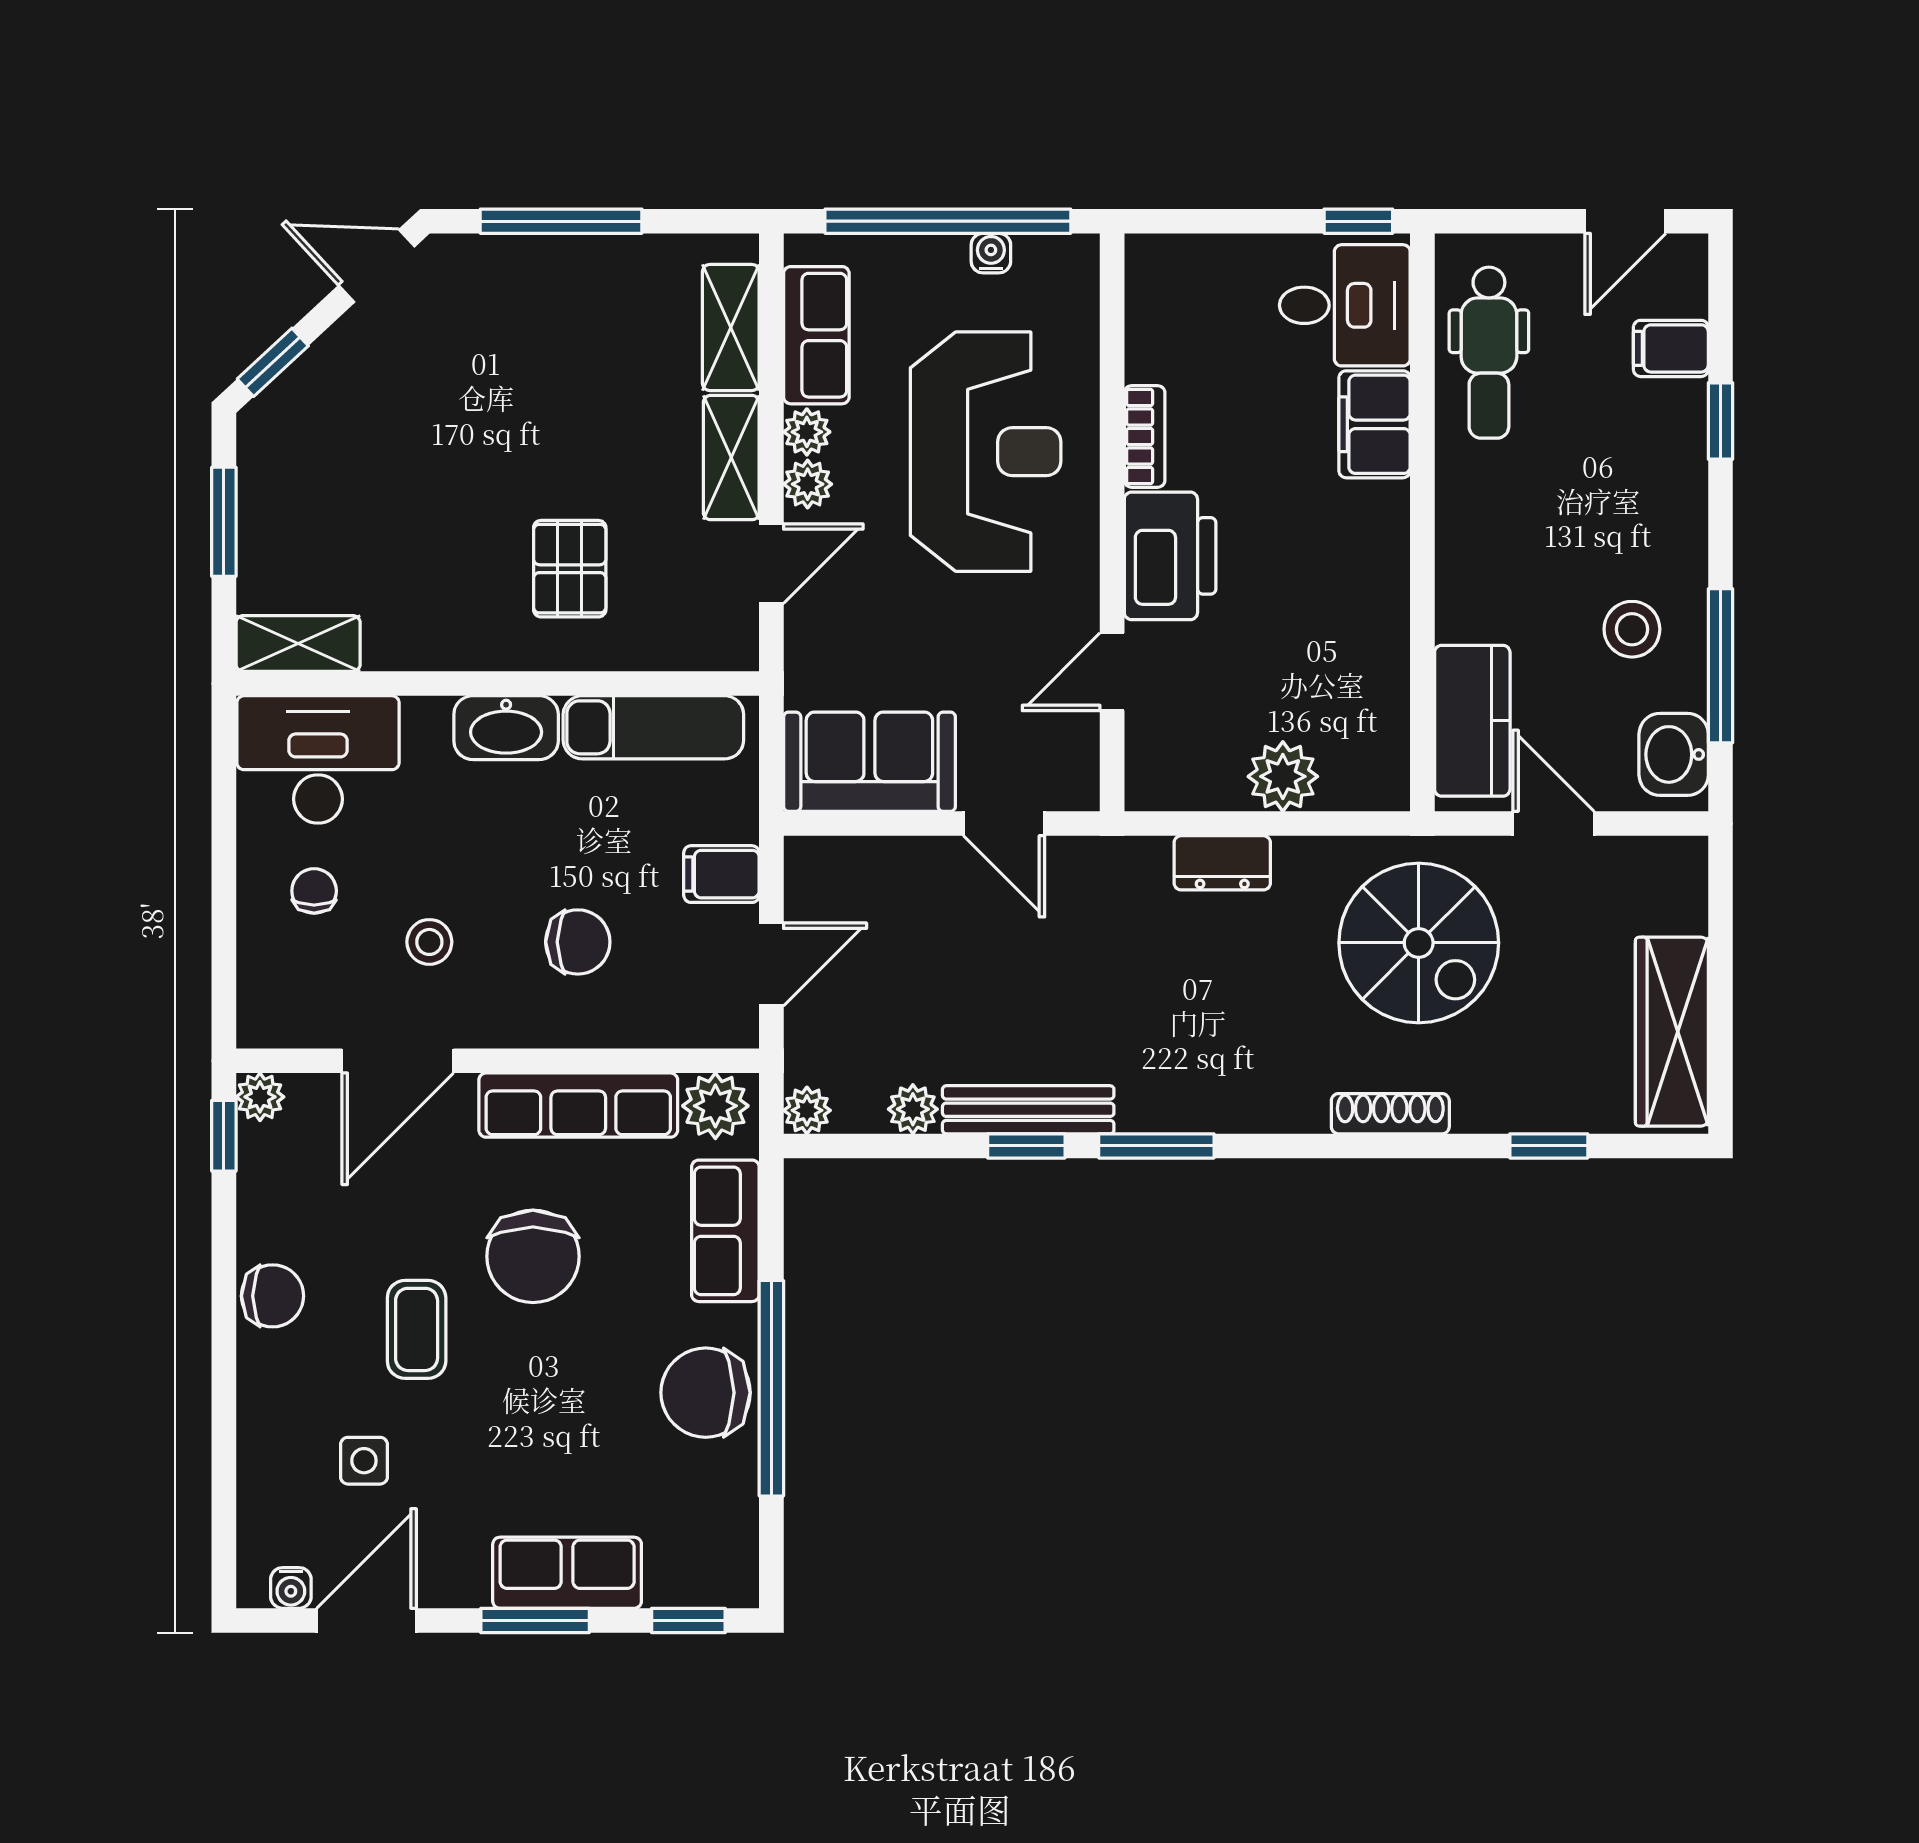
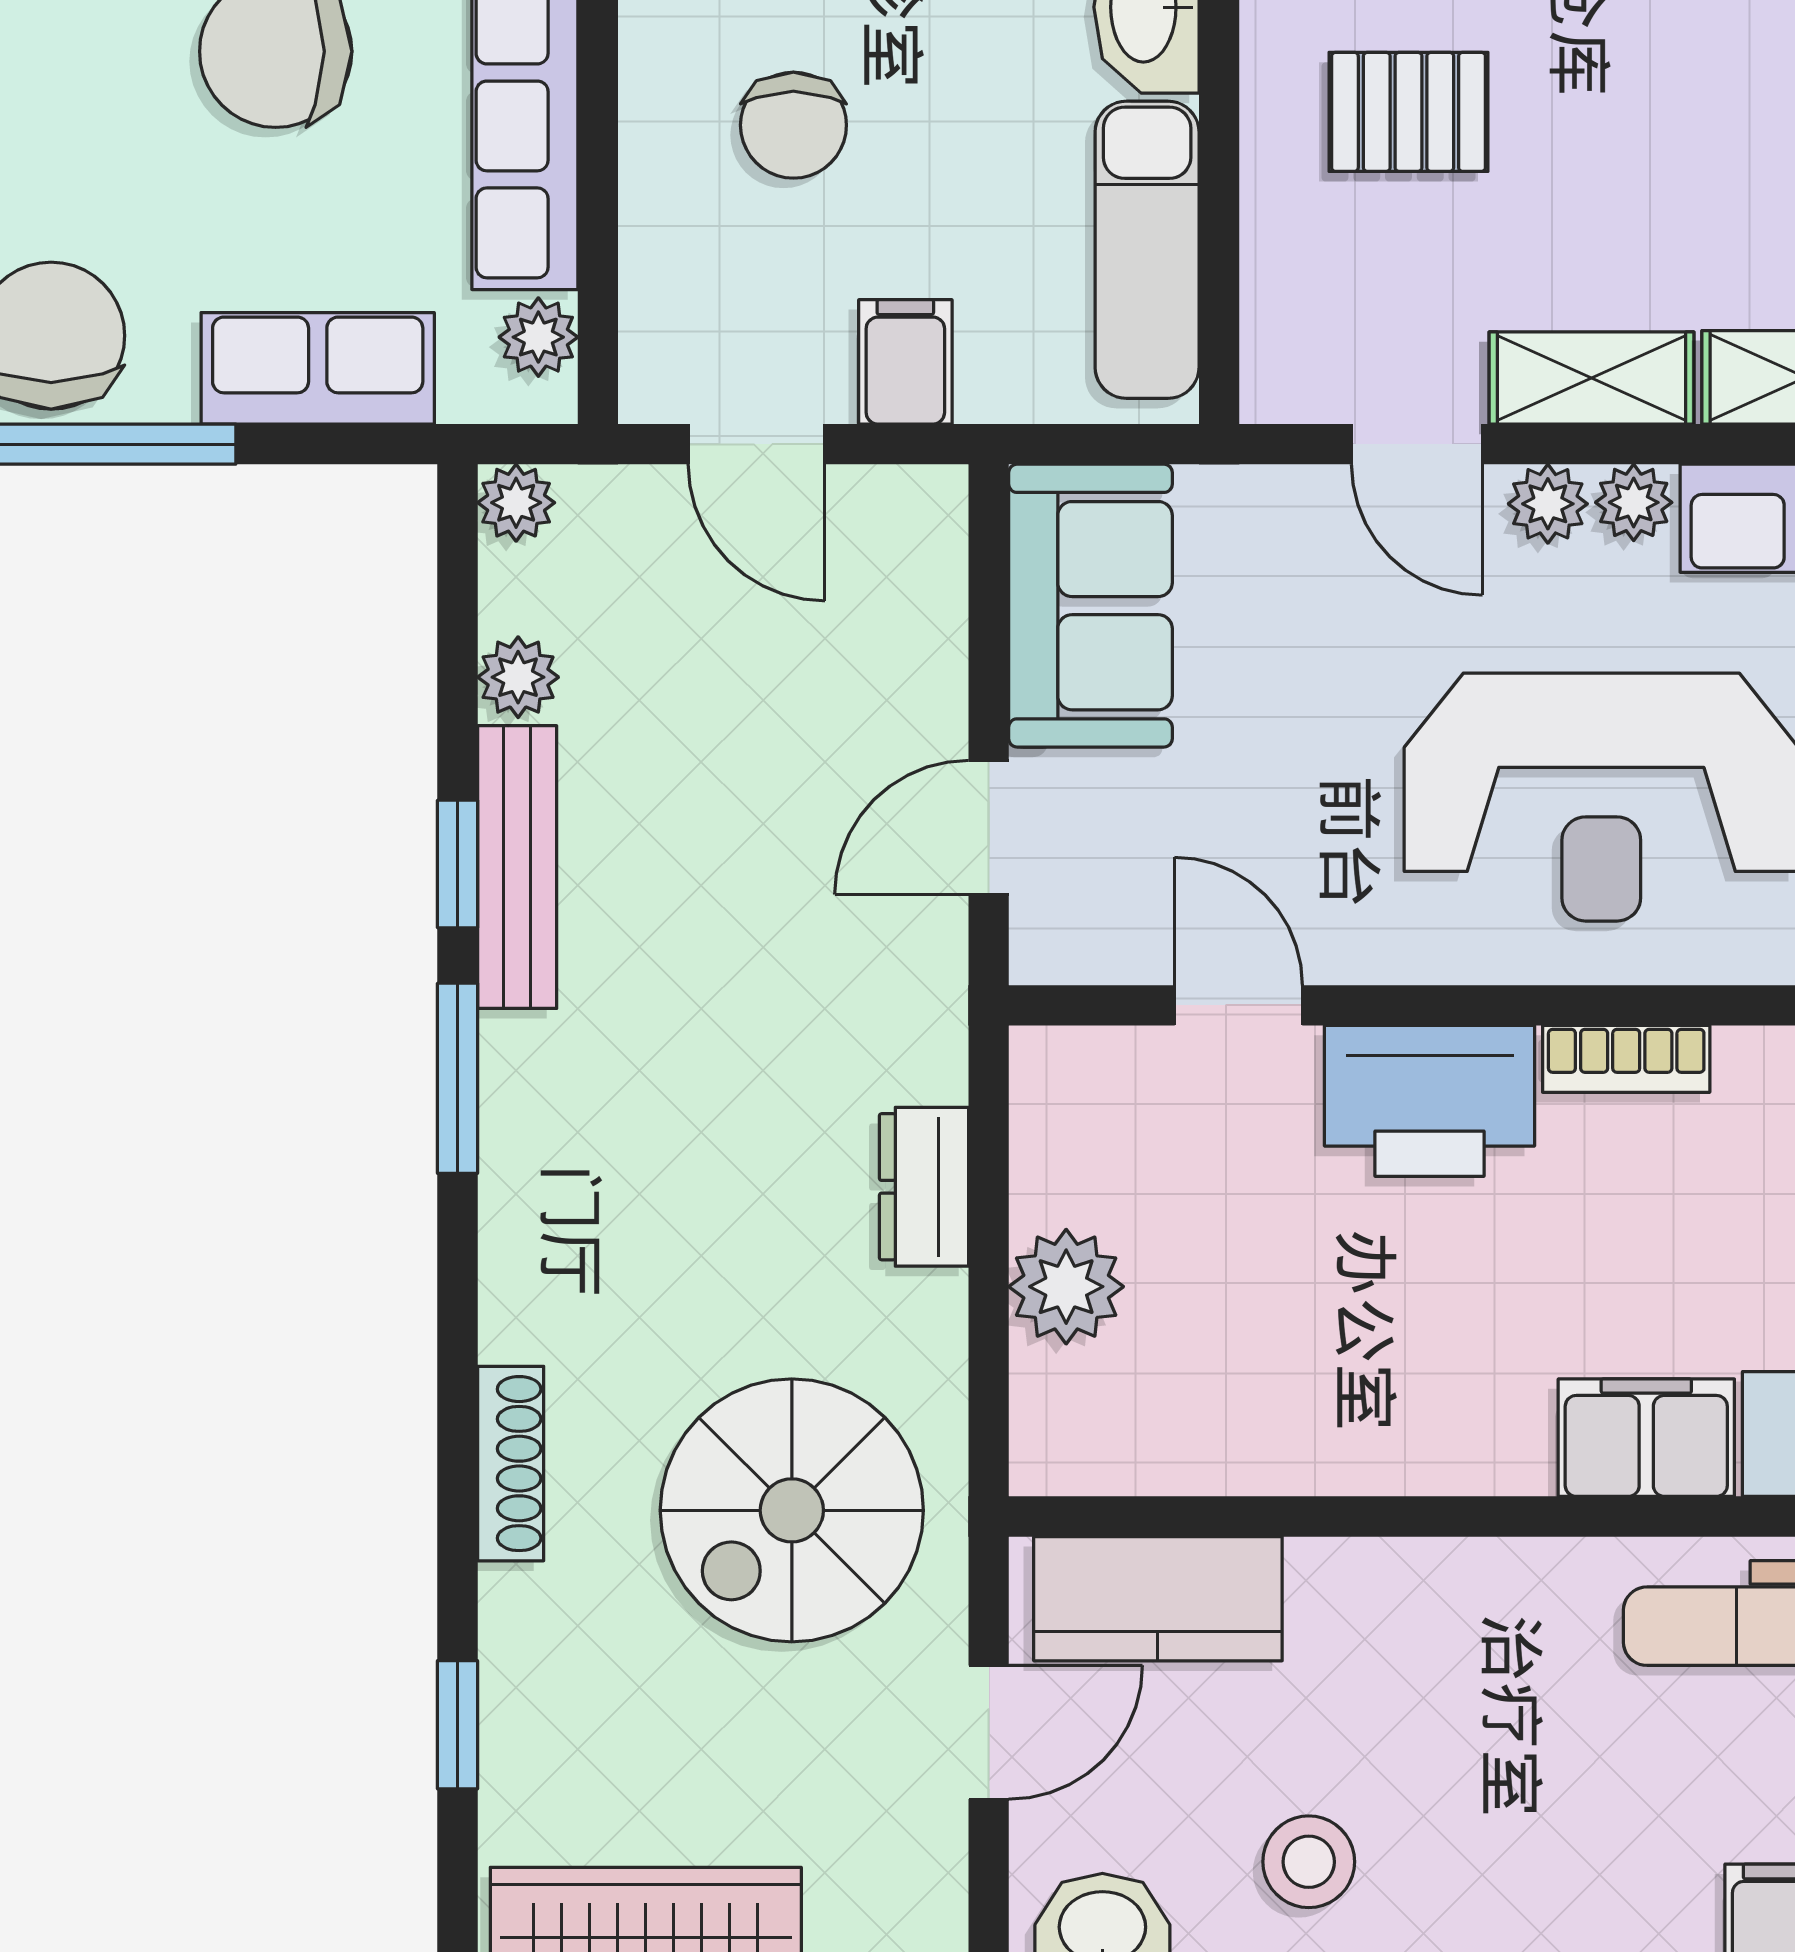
plant: (715, 1106) -> (538, 337), width x0.73, depth x0.73

